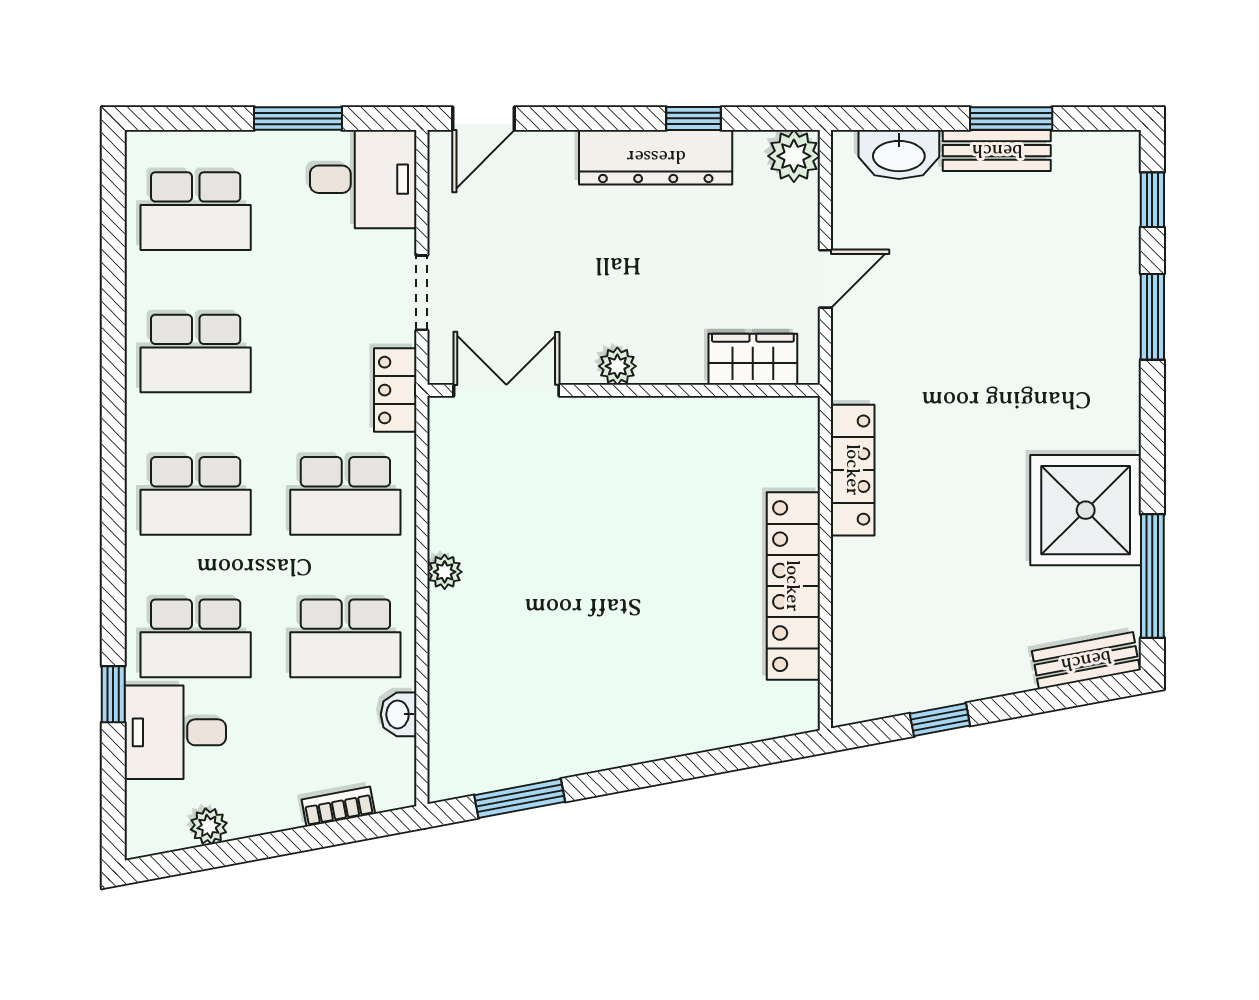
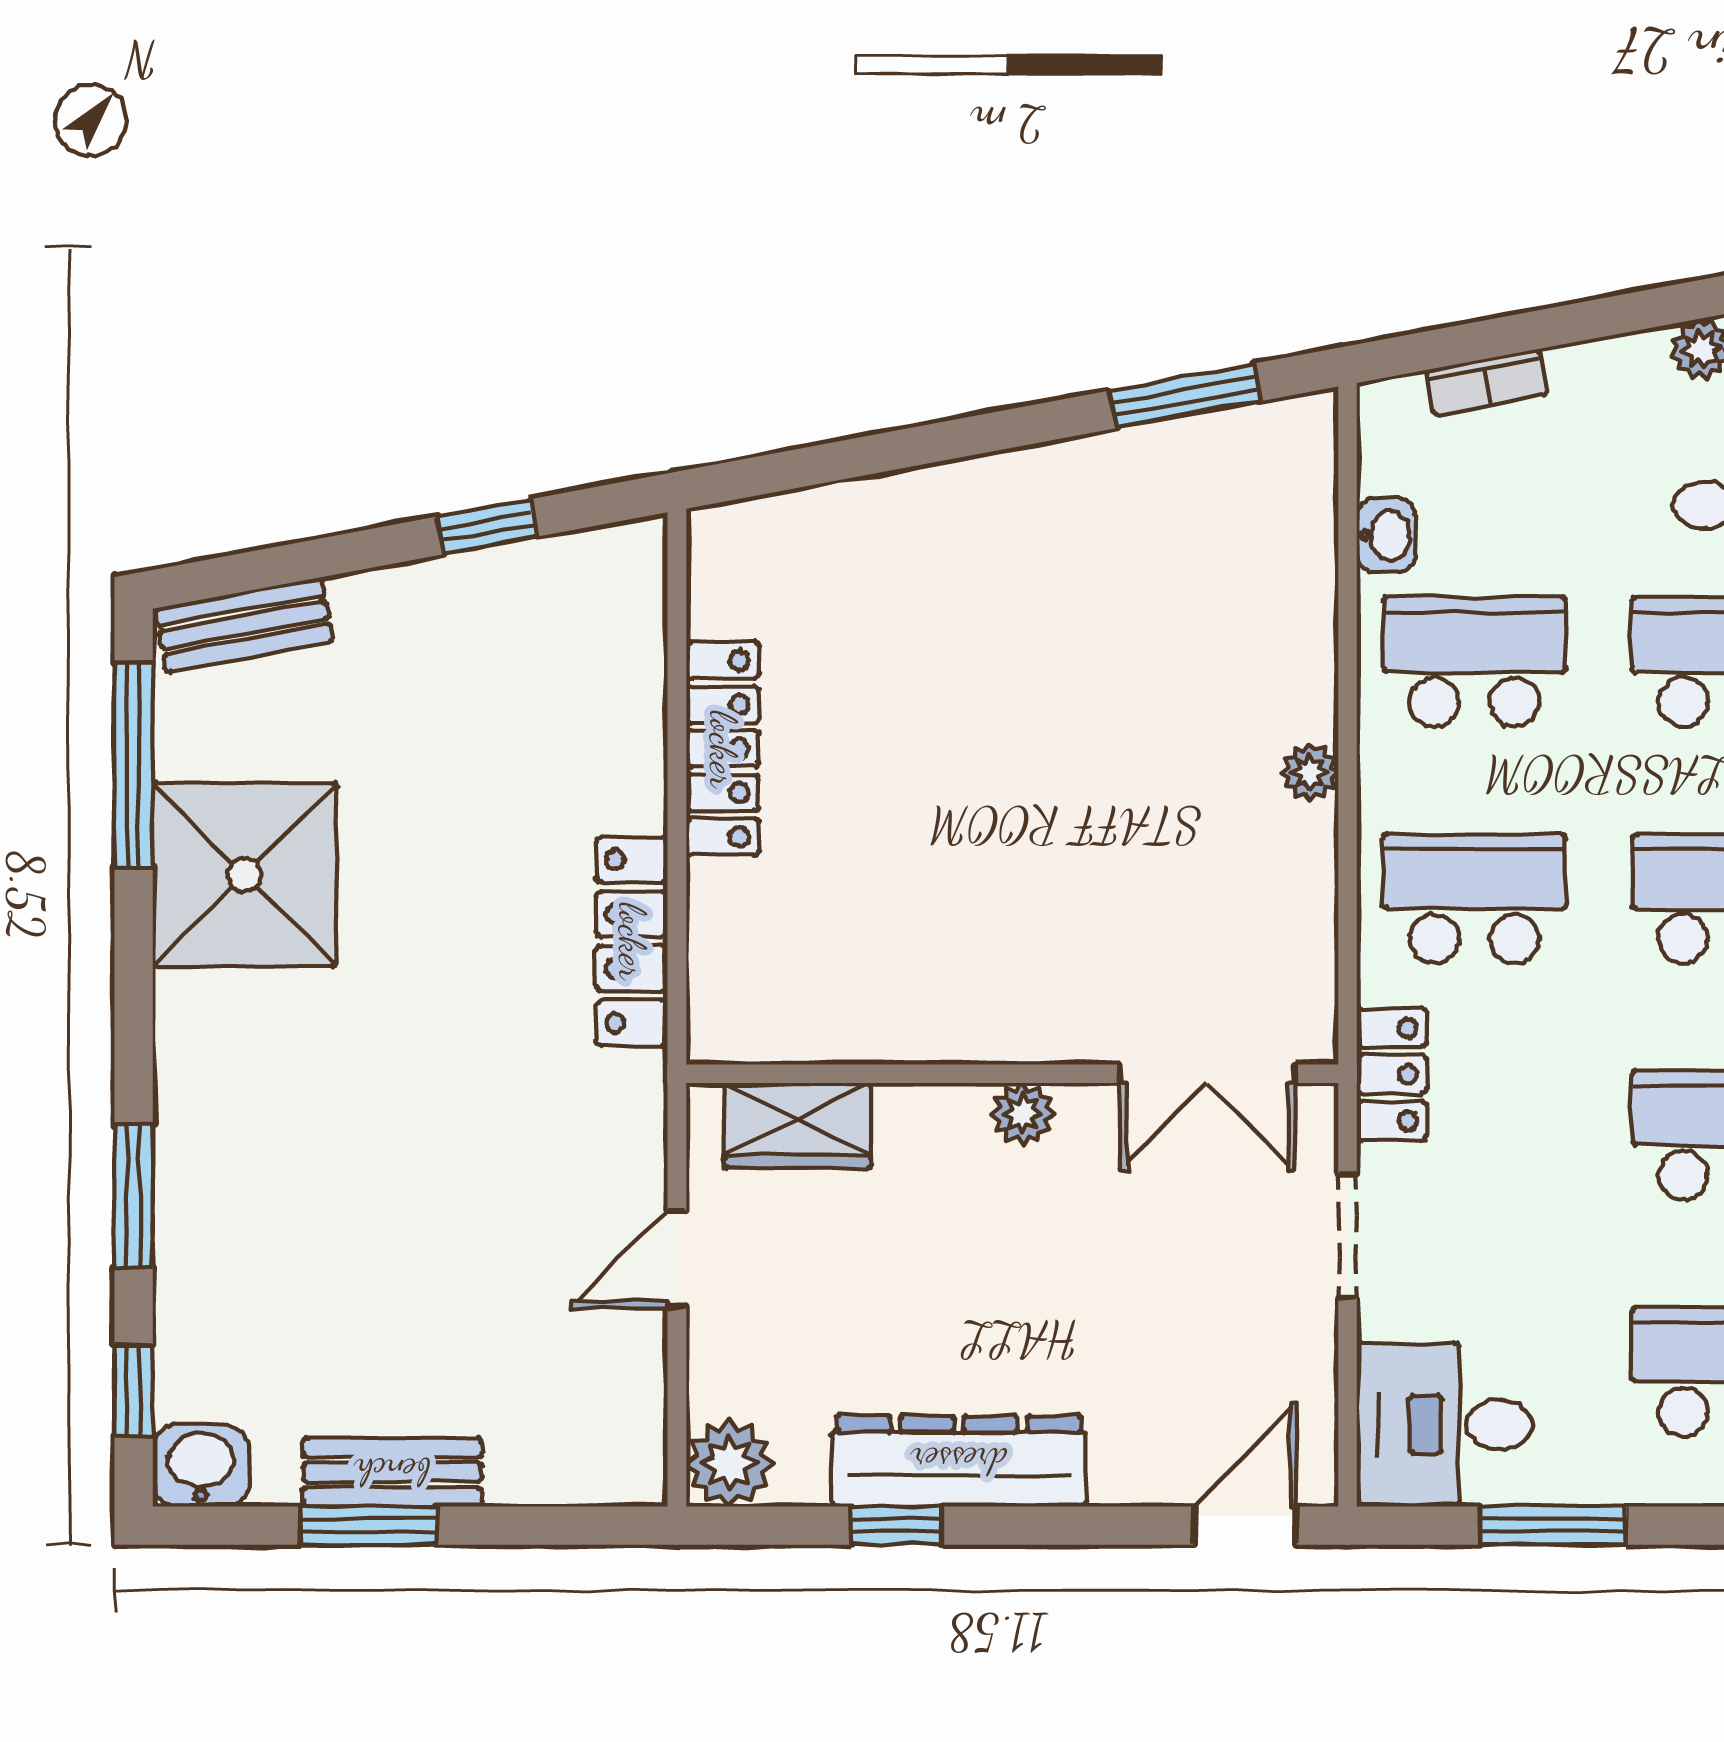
washbasin: (899, 155) -> (201, 1466), moved, width x0.72
locker: (793, 586) -> (723, 749), width x0.71, depth x0.83

